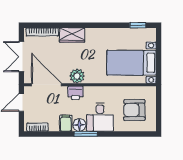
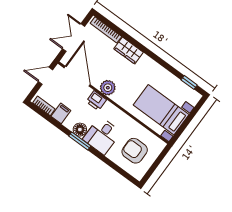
filing cabinet: (66, 123) -> (61, 113), moved

